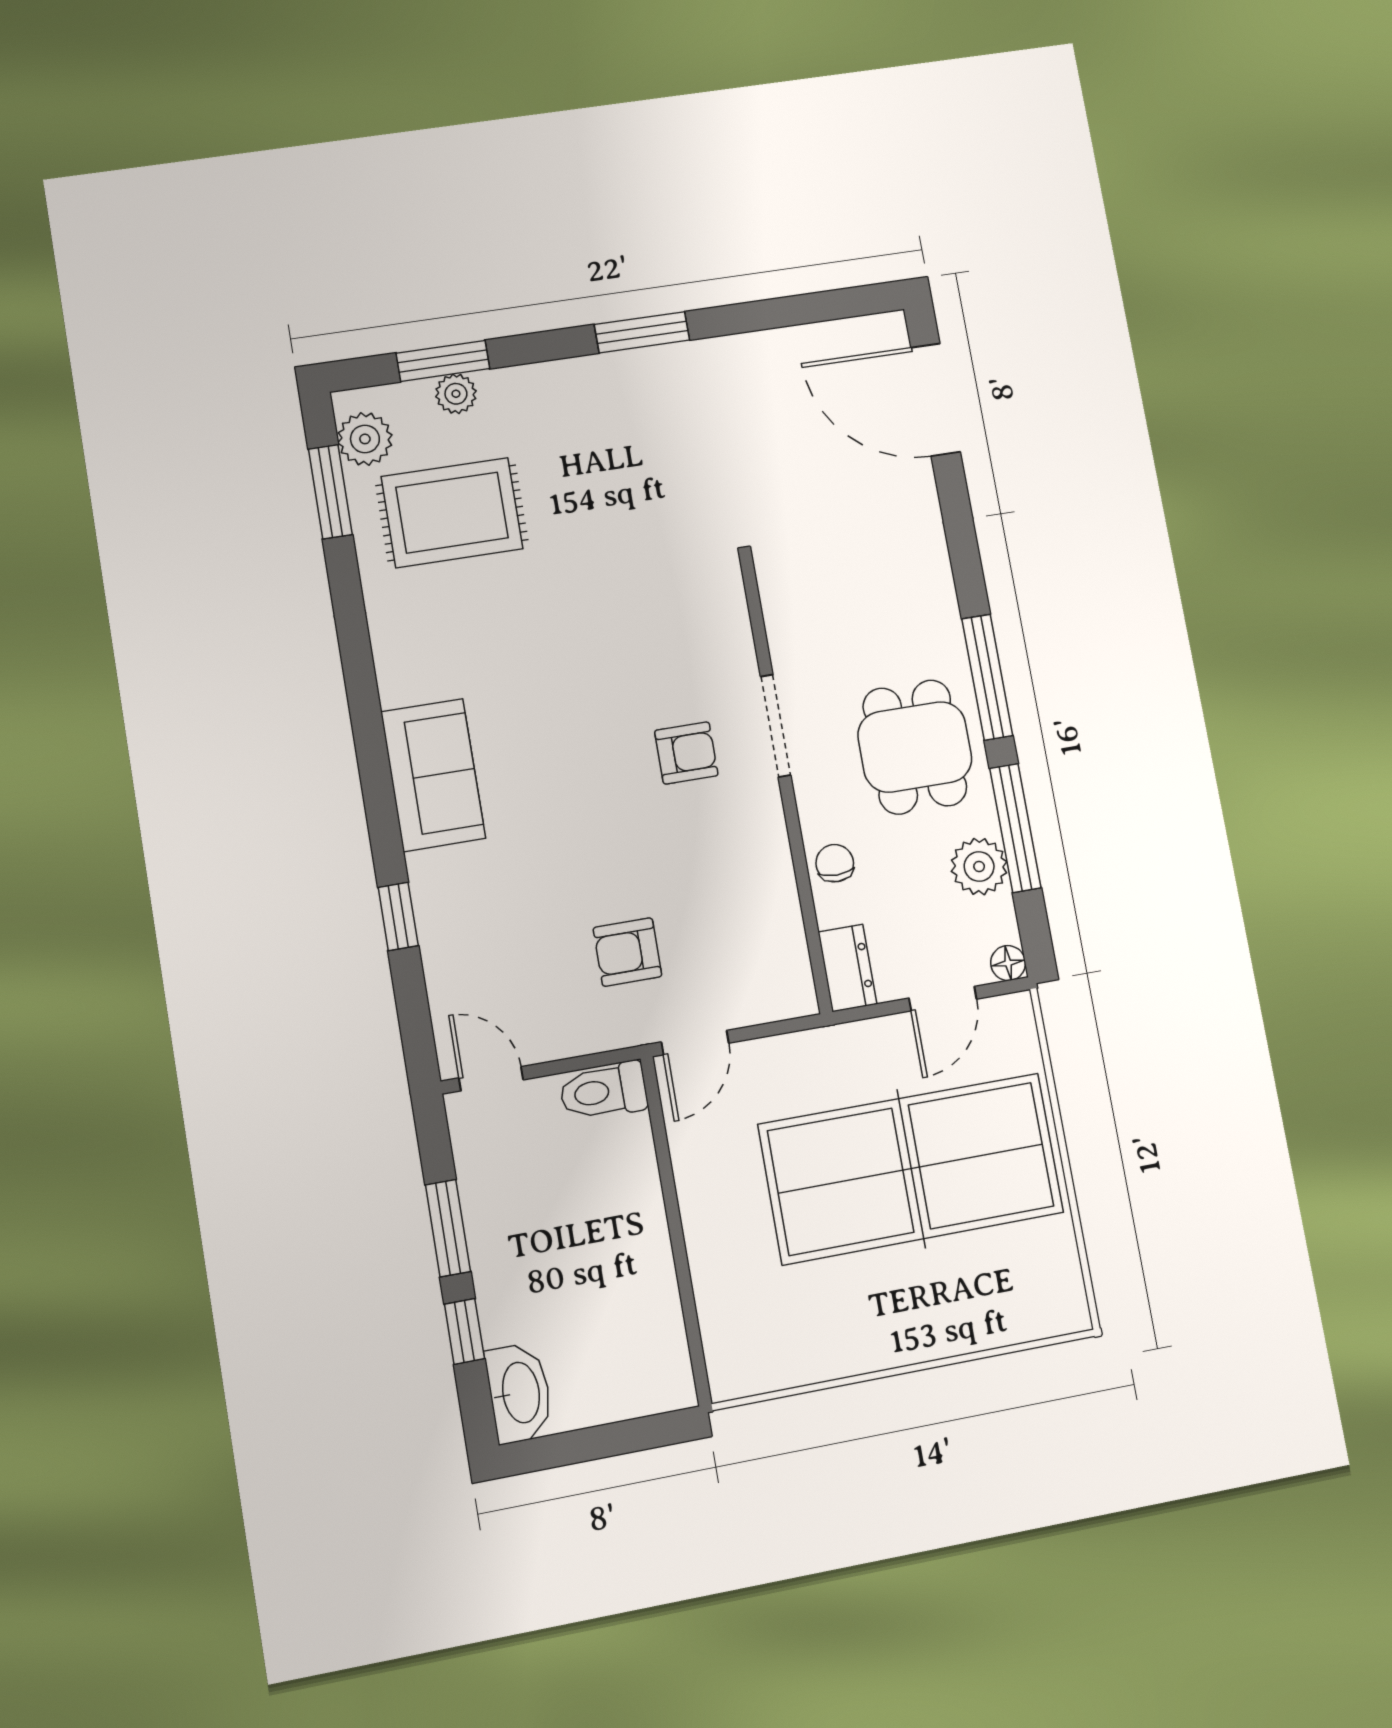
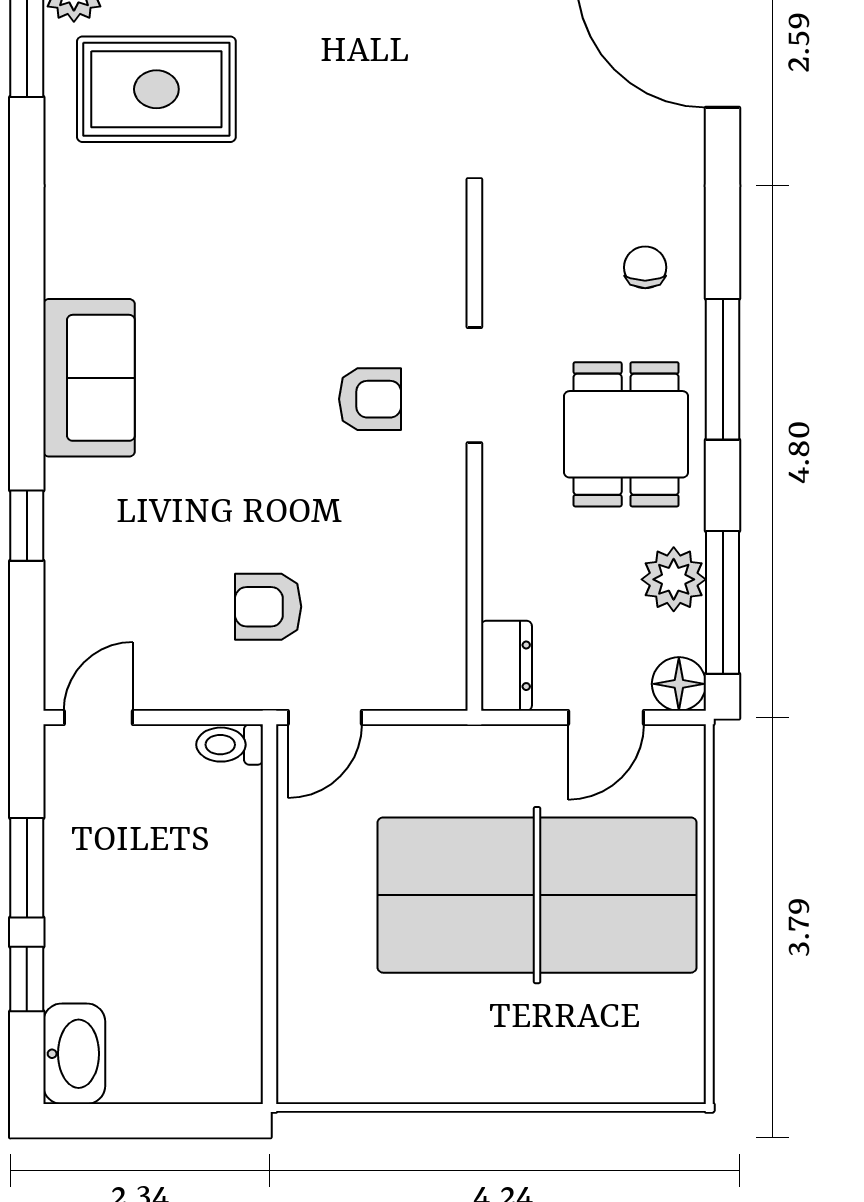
window: (1015, 828) -> (723, 602), moved
chair: (835, 863) -> (645, 267), moved
floor lamp: (1008, 963) -> (679, 684), width x1.37, depth x1.37
door: (491, 1079) -> (98, 718), hinge flipped
toilet: (603, 1091) -> (230, 745), width x0.73, depth x0.72

